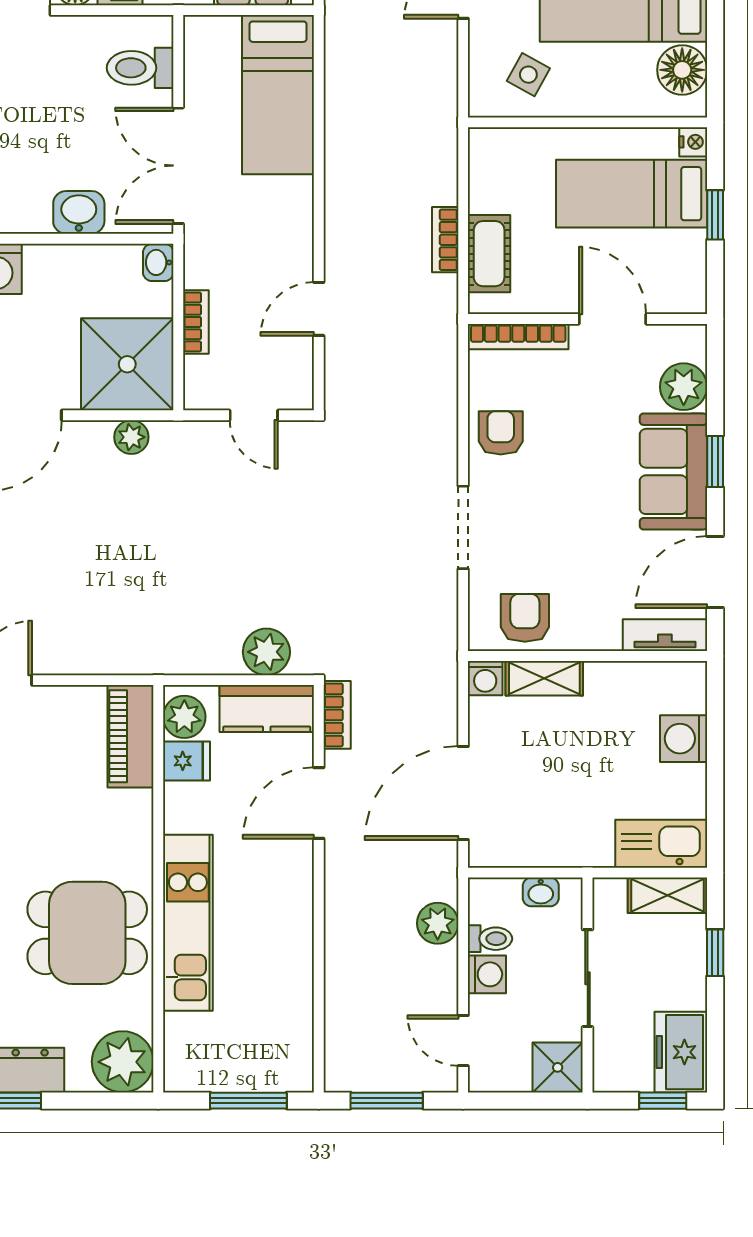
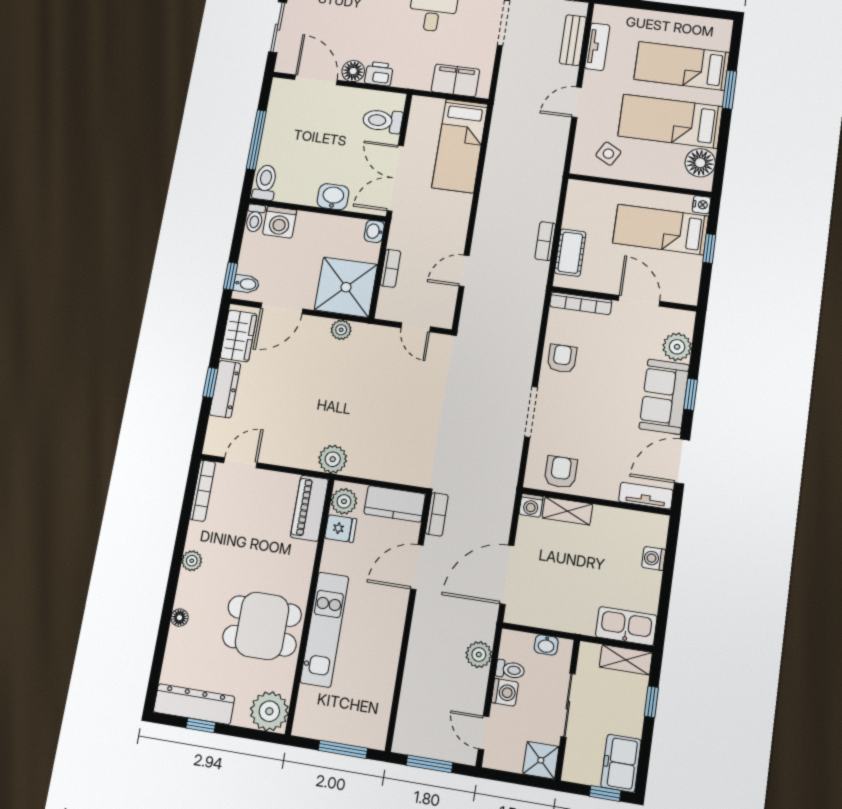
plant: (266, 652) -> (333, 459), moved
washing machine: (684, 739) -> (654, 558), width x0.73, depth x0.73

